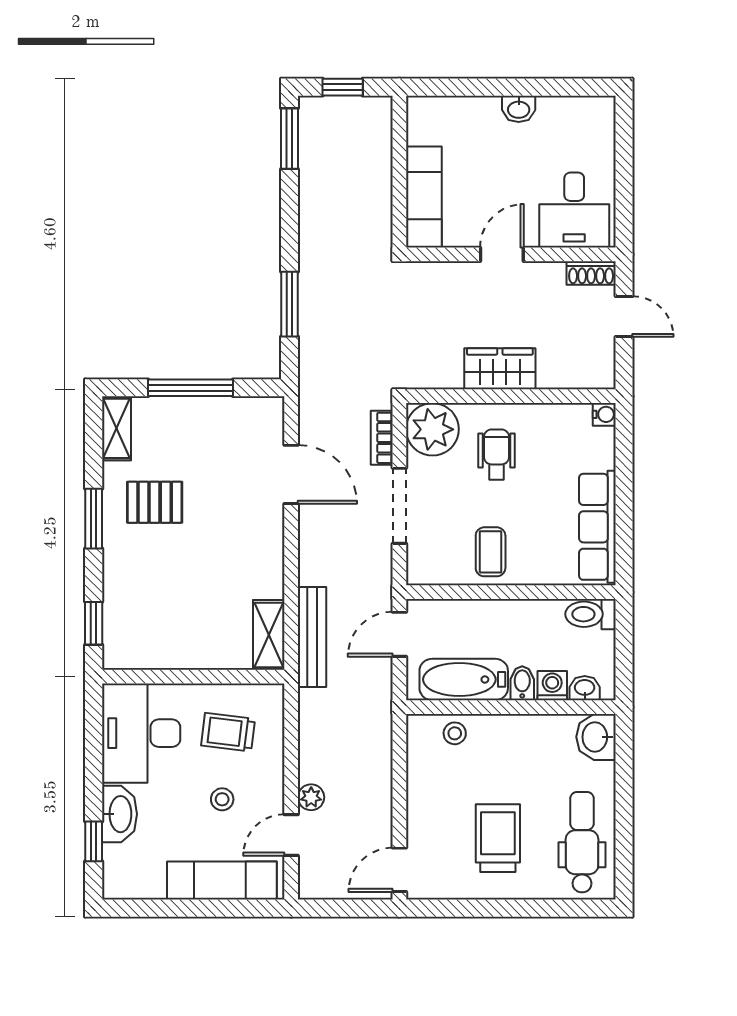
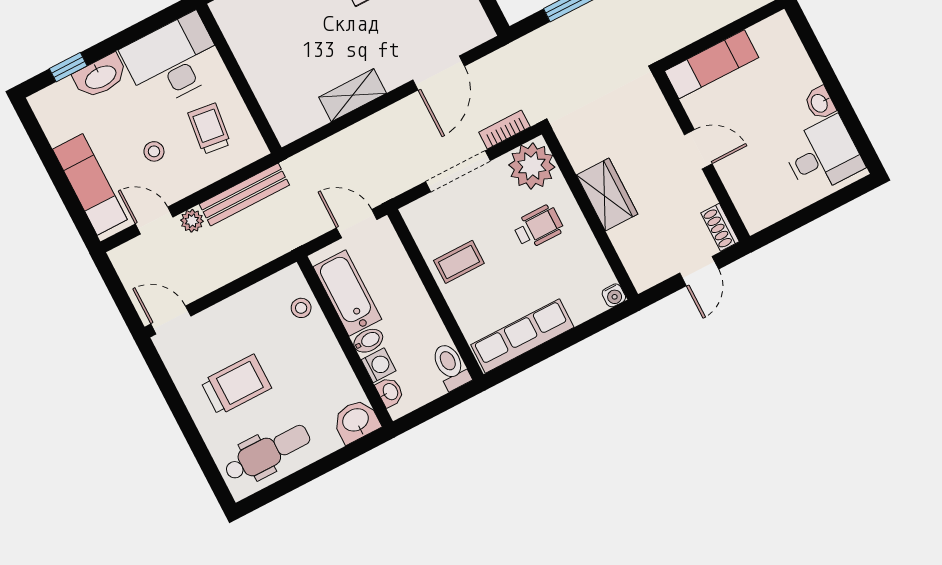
desk: (574, 210) -> (823, 155), moved, turned 180
shelving: (269, 635) -> (353, 95), moved
bench: (312, 637) -> (244, 195), moved

